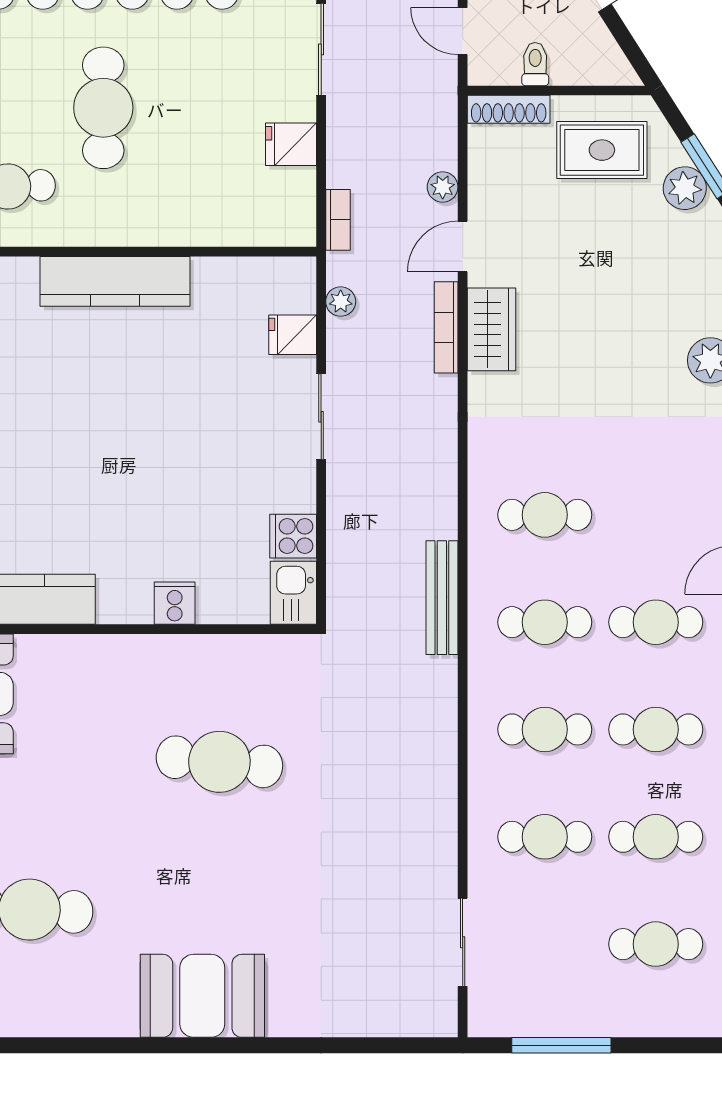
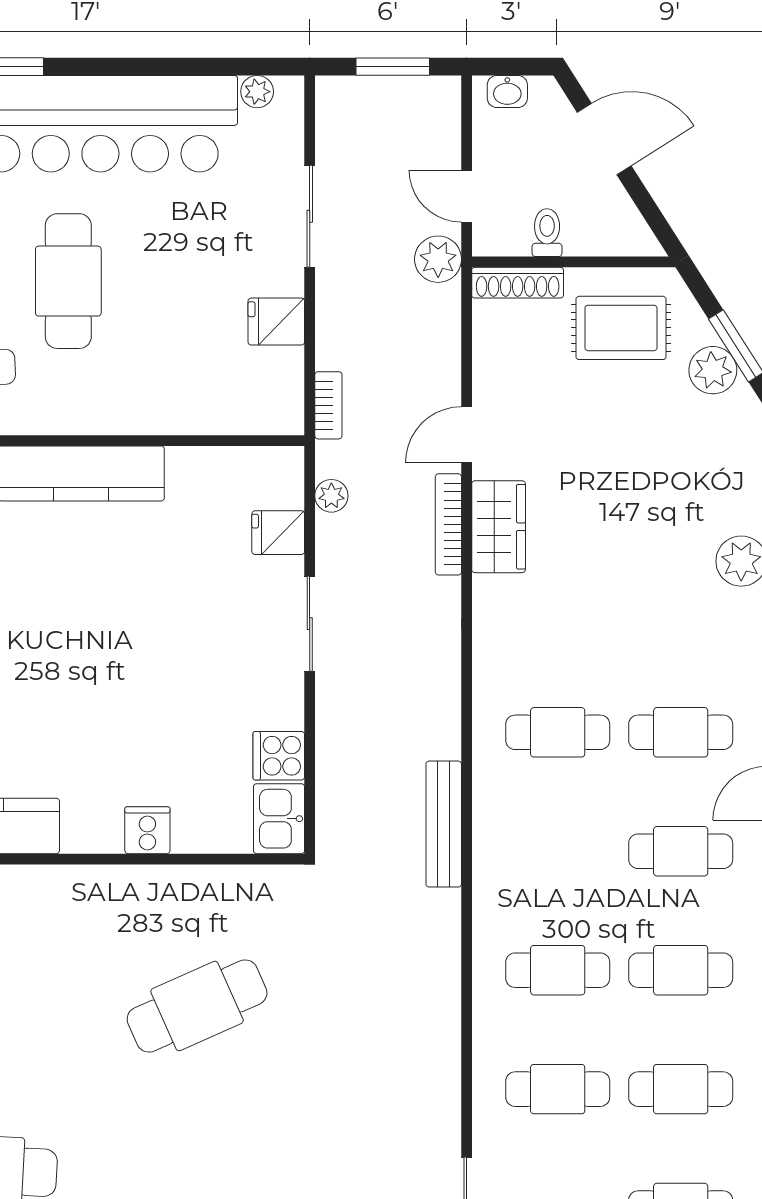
plant: (443, 187) -> (438, 259), moved, width x1.38, depth x1.38
cafe table: (545, 622) -> (681, 732), moved
cafe table: (219, 762) -> (197, 1006), turned -30

